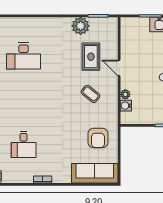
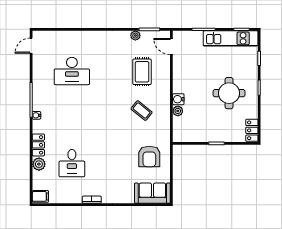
plant: (81, 26) -> (135, 36), width x0.53, depth x0.53
door: (119, 68) -> (171, 47), moved
water cooler: (126, 106) -> (178, 99), moved
sofa: (95, 173) -> (152, 193), width x0.73

